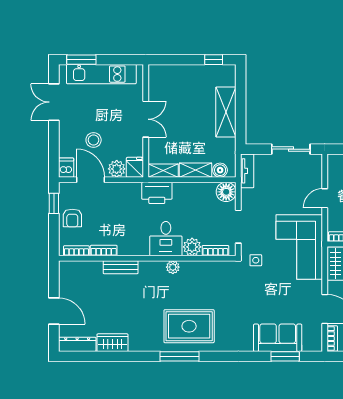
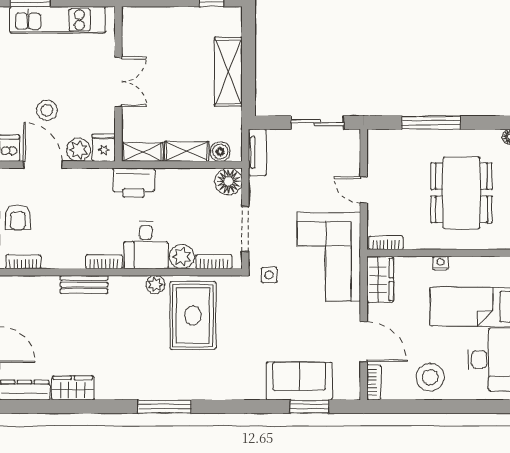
door: (325, 198) -> (364, 190), hinge flipped
bookcase: (104, 251) -> (104, 262), moved
rug: (189, 326) -> (193, 315), moved, turned 90

